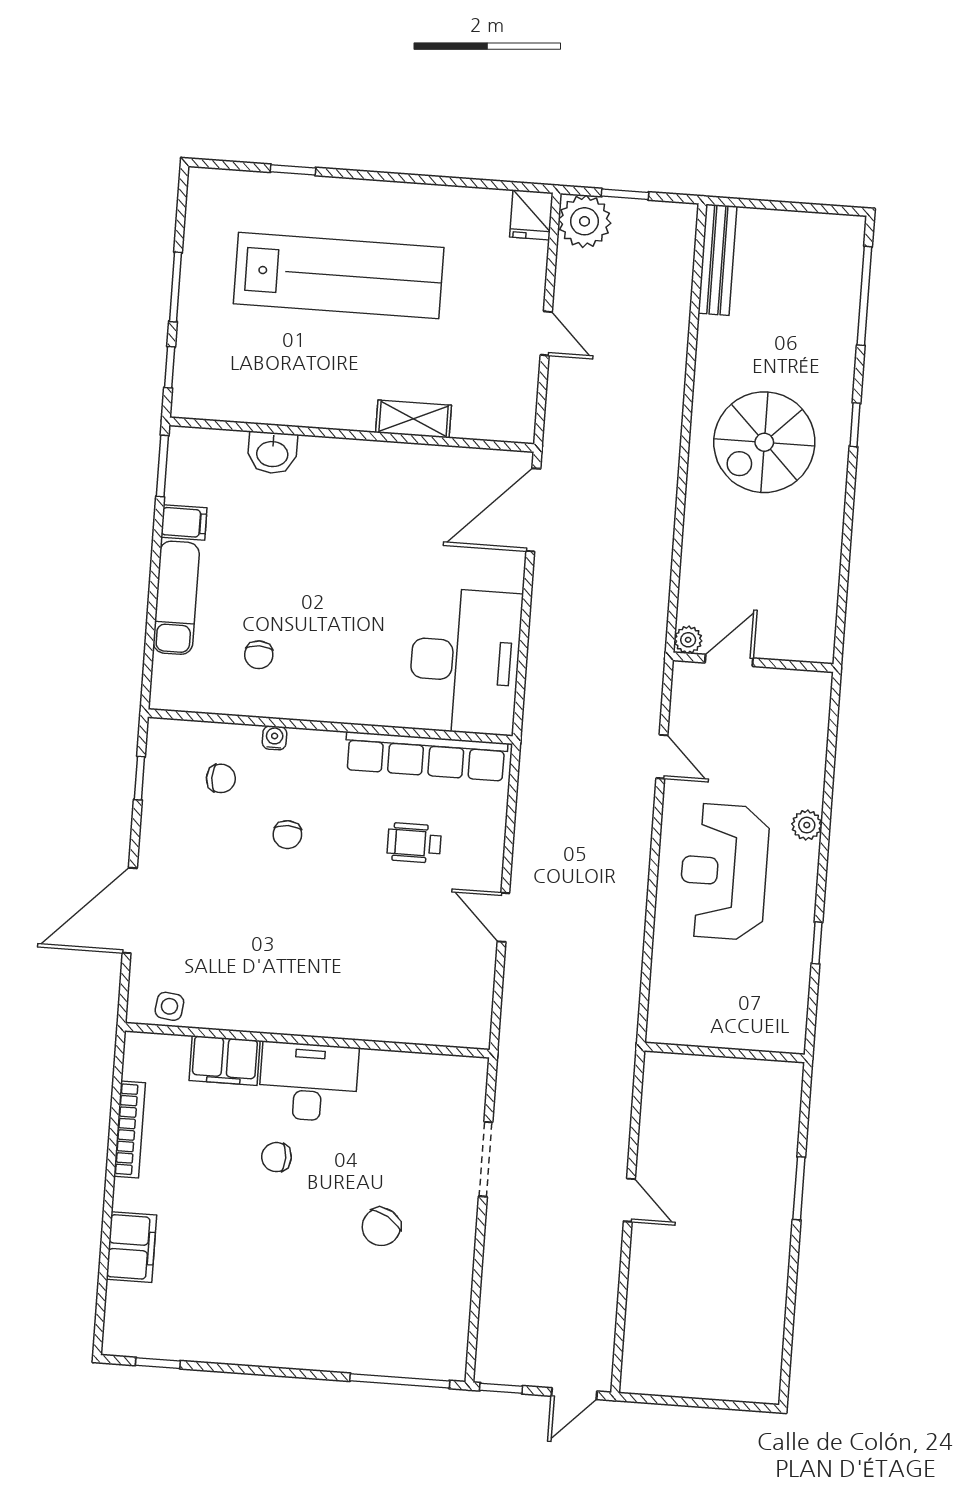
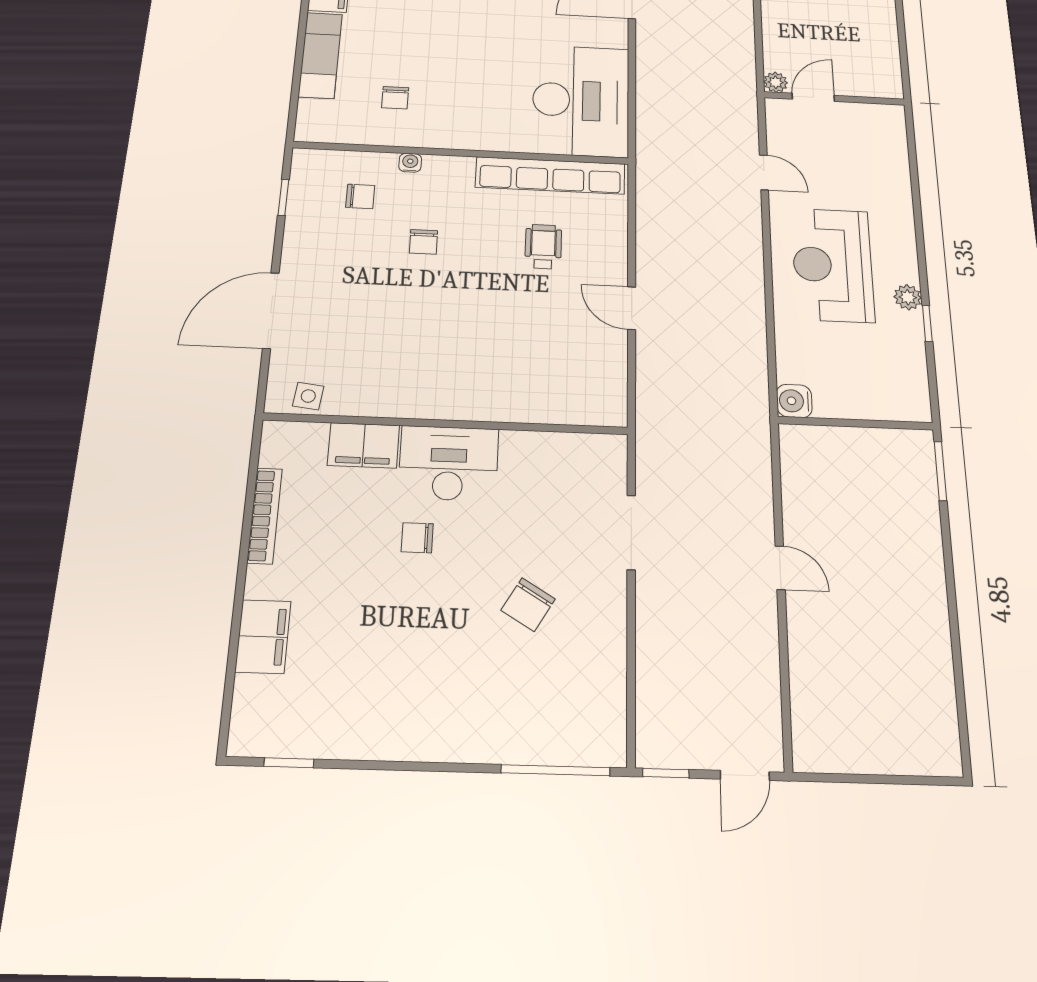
plant: (807, 825) -> (908, 297), moved
wheelchair: (414, 843) -> (543, 247), turned 90
water cooler: (664, 1026) -> (794, 401), added
window: (799, 1188) -> (940, 471), moved

